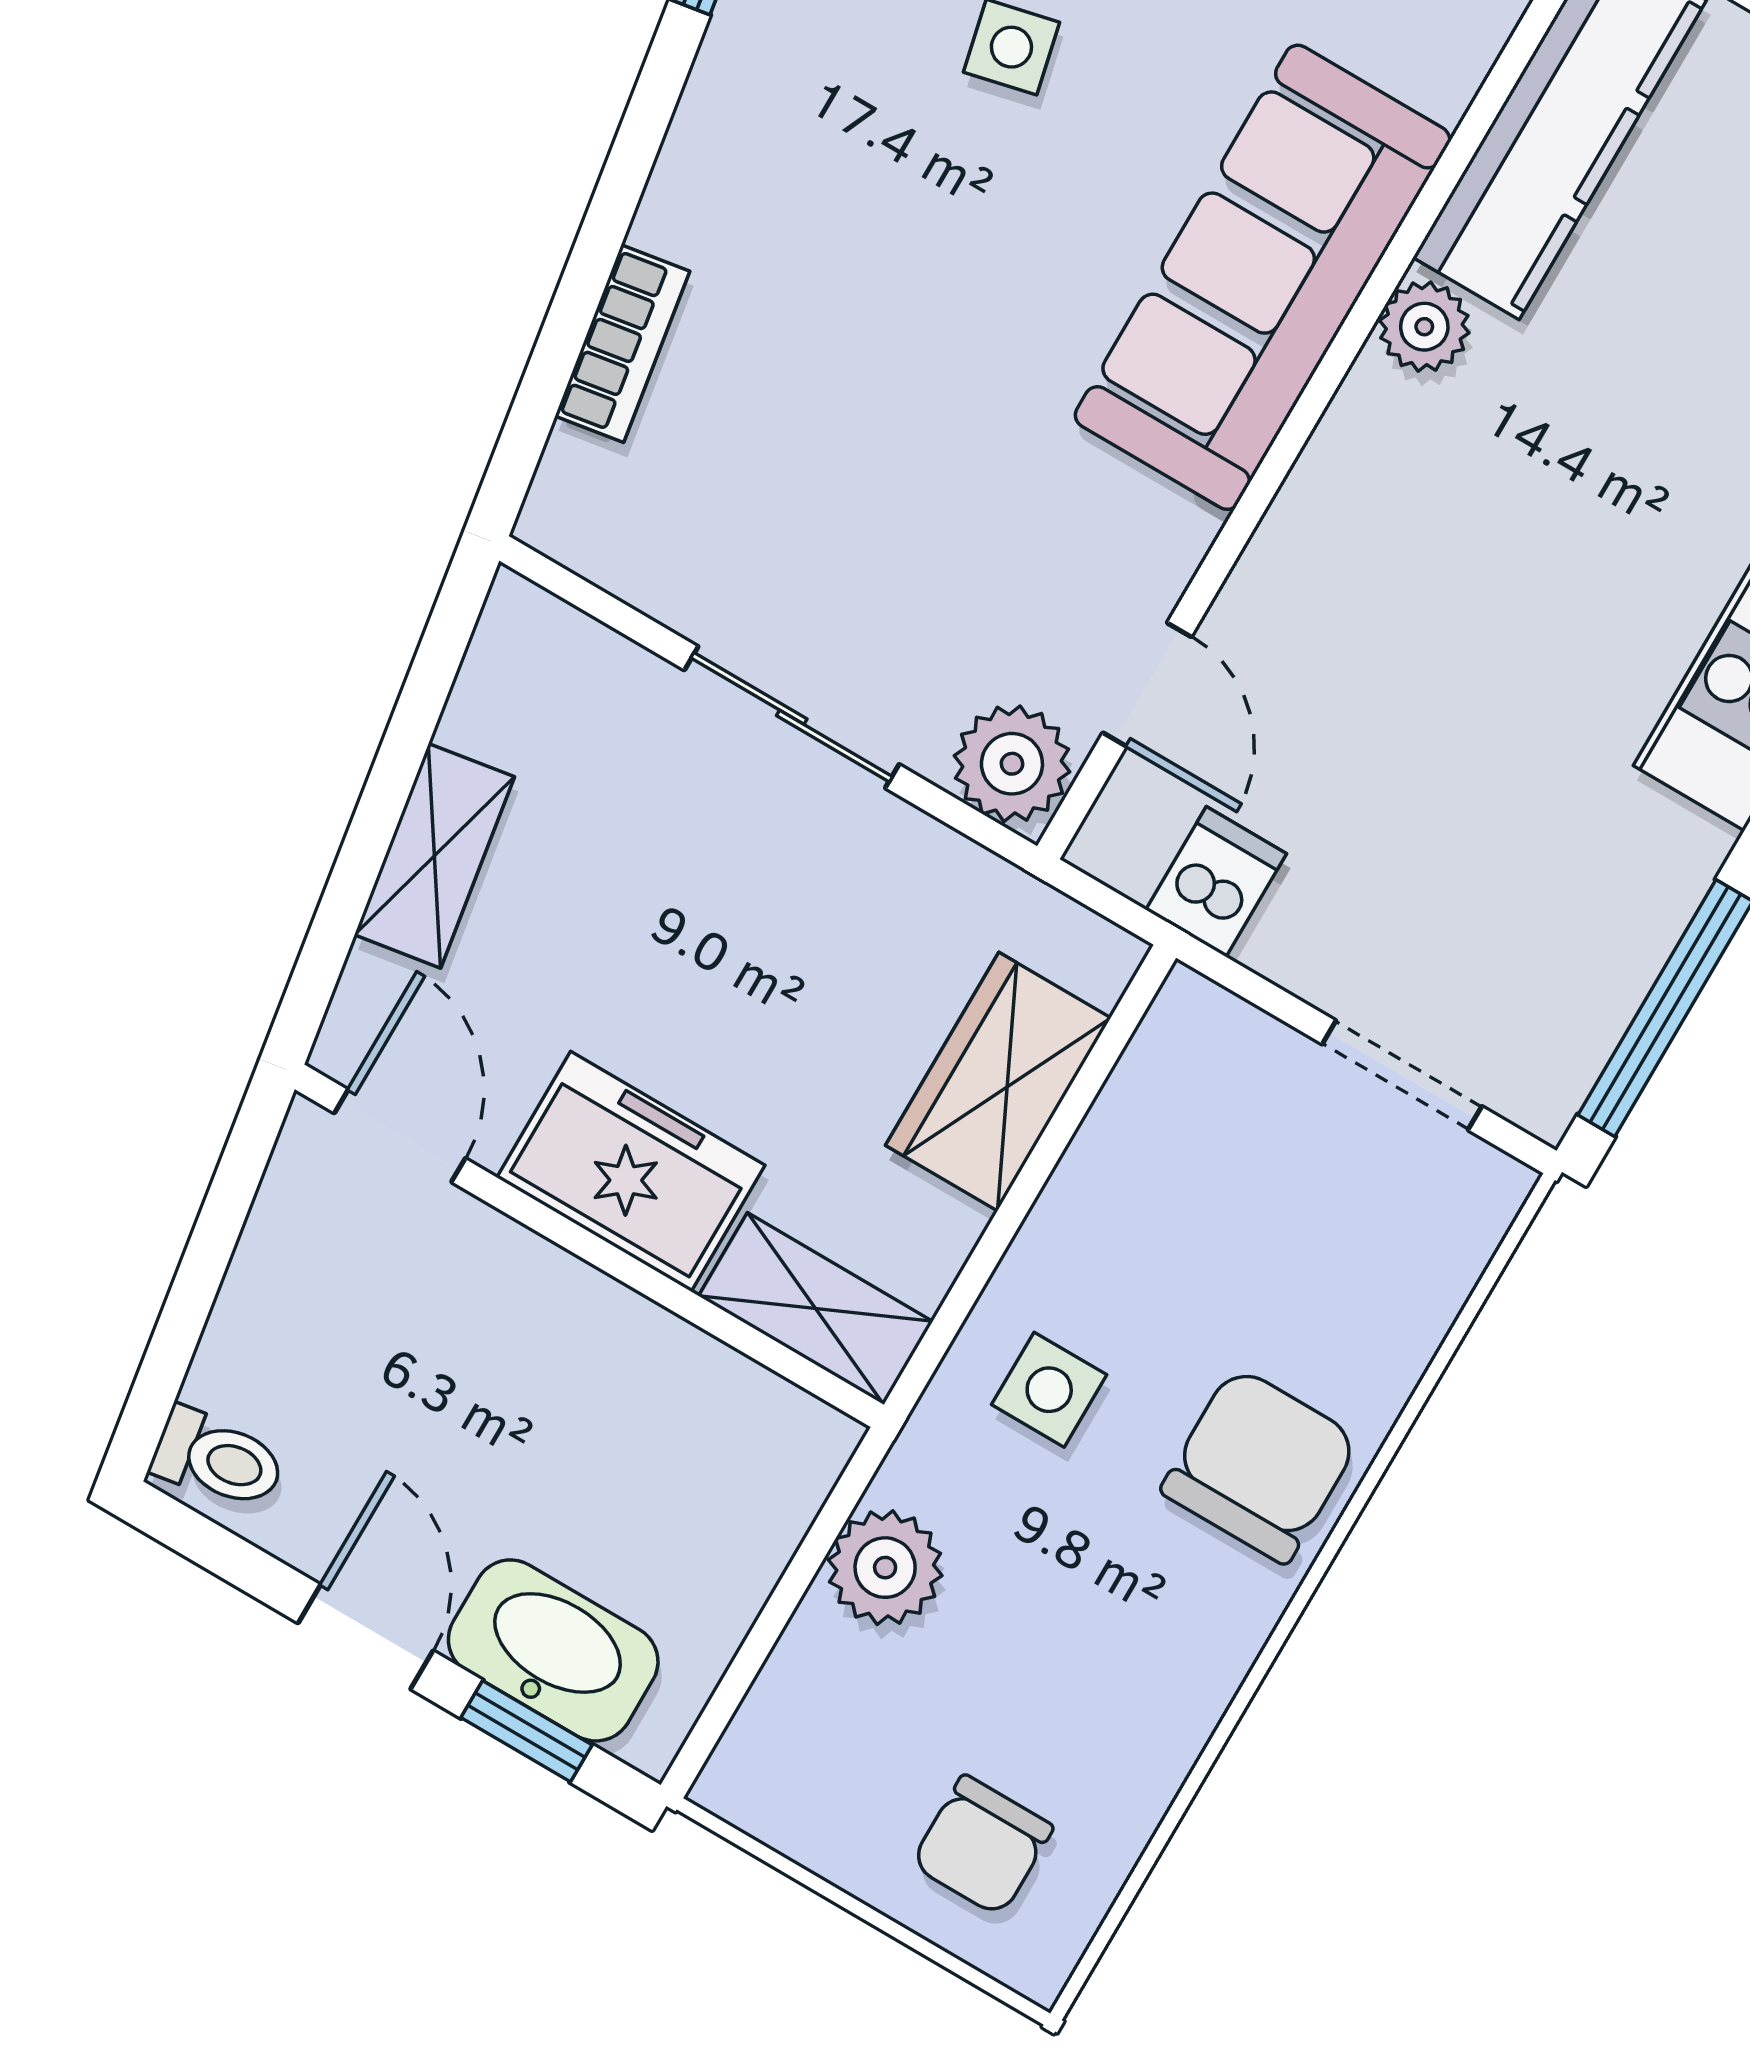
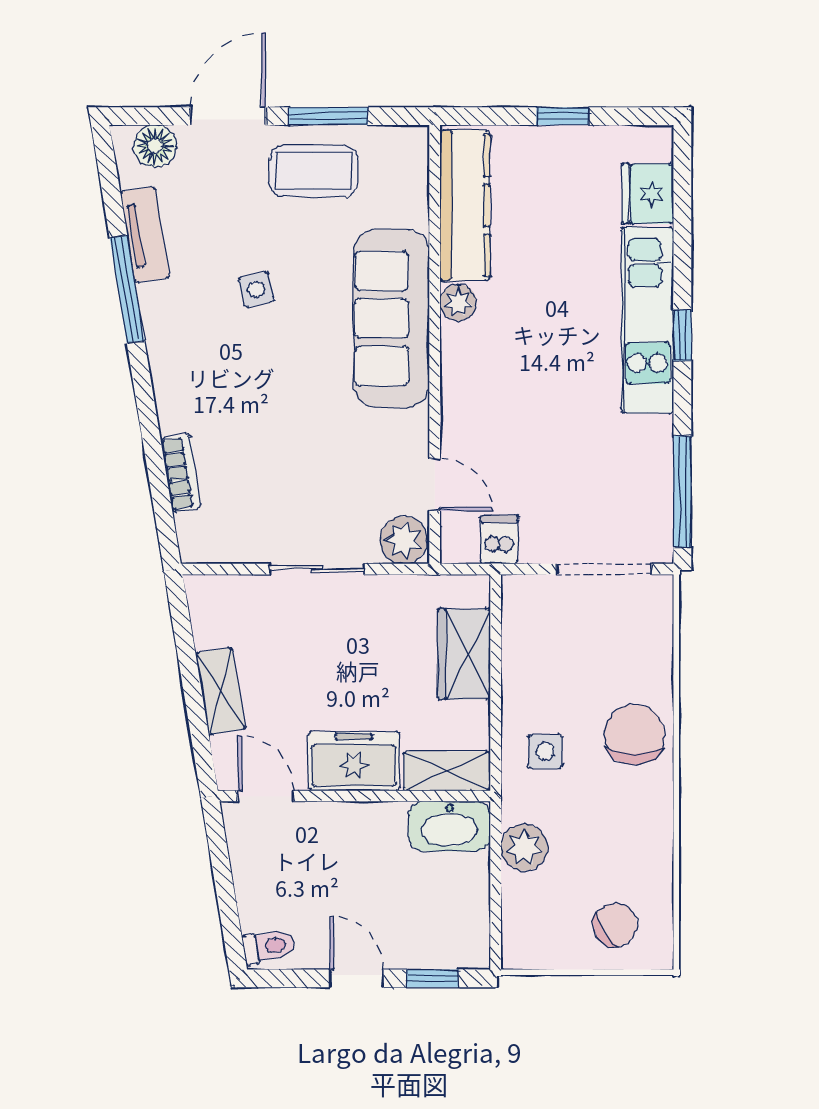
doorway: (1402, 1075) -> (604, 569), width x1.38
washbasin: (553, 1650) -> (449, 826), moved, turned 180
chair: (982, 1845) -> (615, 925), turned -123

